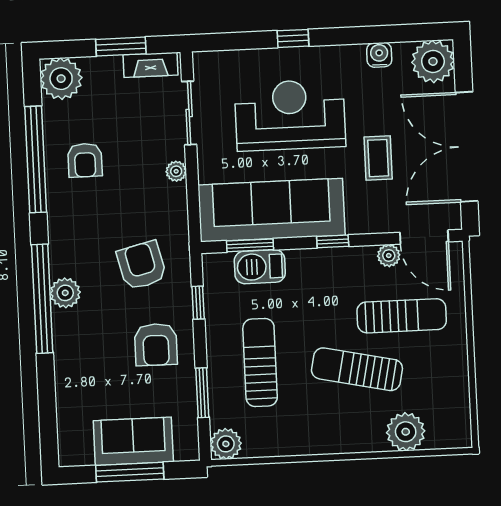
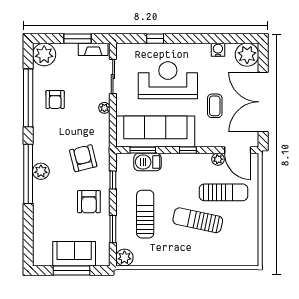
window: (293, 38) -> (155, 39), moved
plant: (406, 432) -> (223, 256), removed

